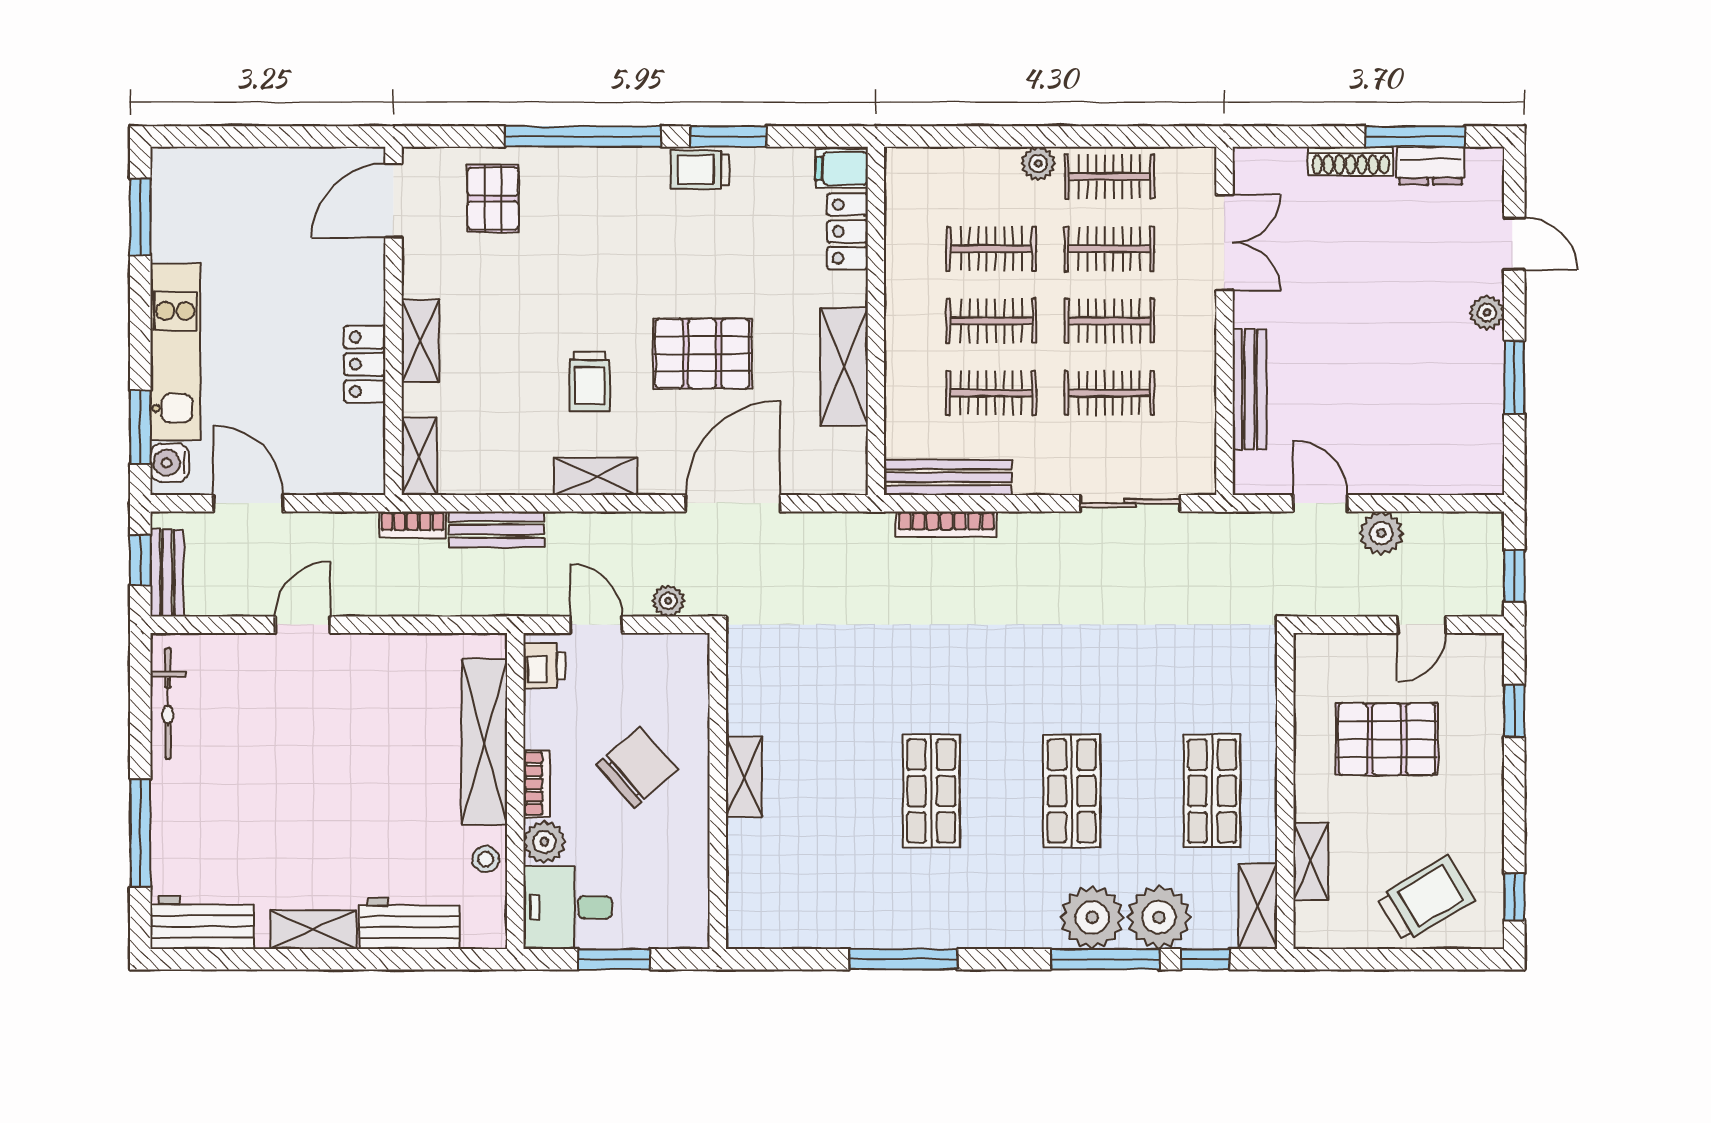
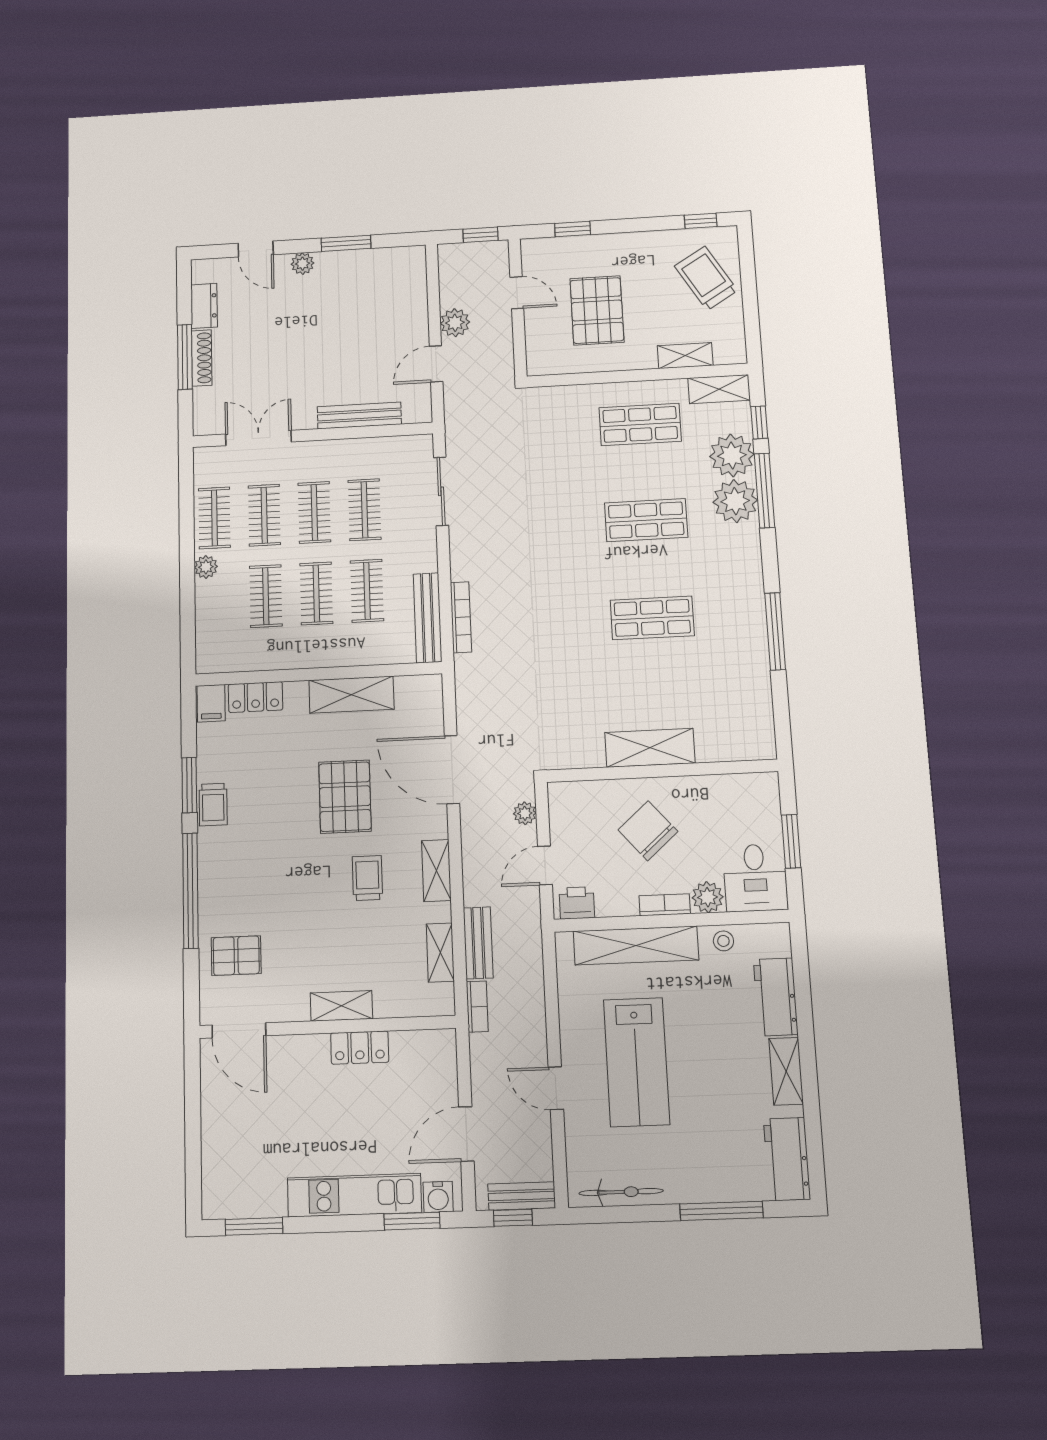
window: (1415, 136) -> (185, 357), moved
door: (1514, 244) -> (256, 249), swing flipped
trolley: (590, 381) -> (367, 878), turned -90
shelving: (419, 456) -> (440, 953), moved, turned 90
lab bench: (333, 734) -> (636, 1062), added
shelving: (744, 777) -> (650, 748), width x1.50, depth x1.33

